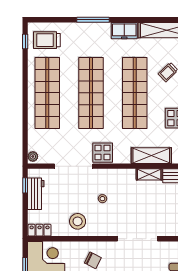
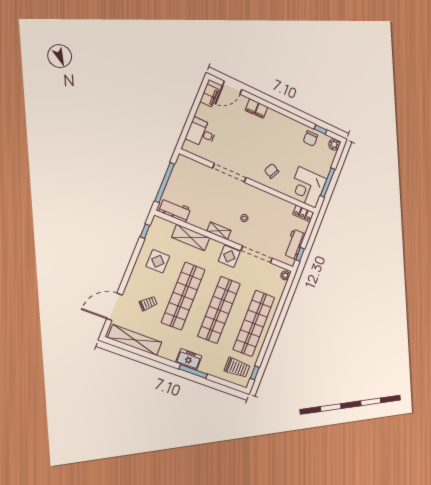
freezer: (124, 31) -> (189, 359), moved
shelving: (149, 174) -> (219, 231), moved
stool: (78, 221) -> (271, 208), removed

